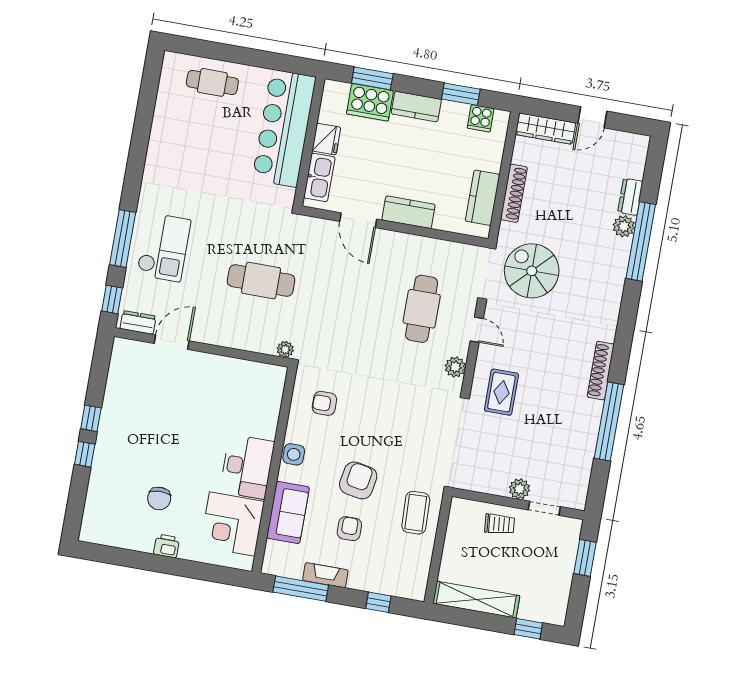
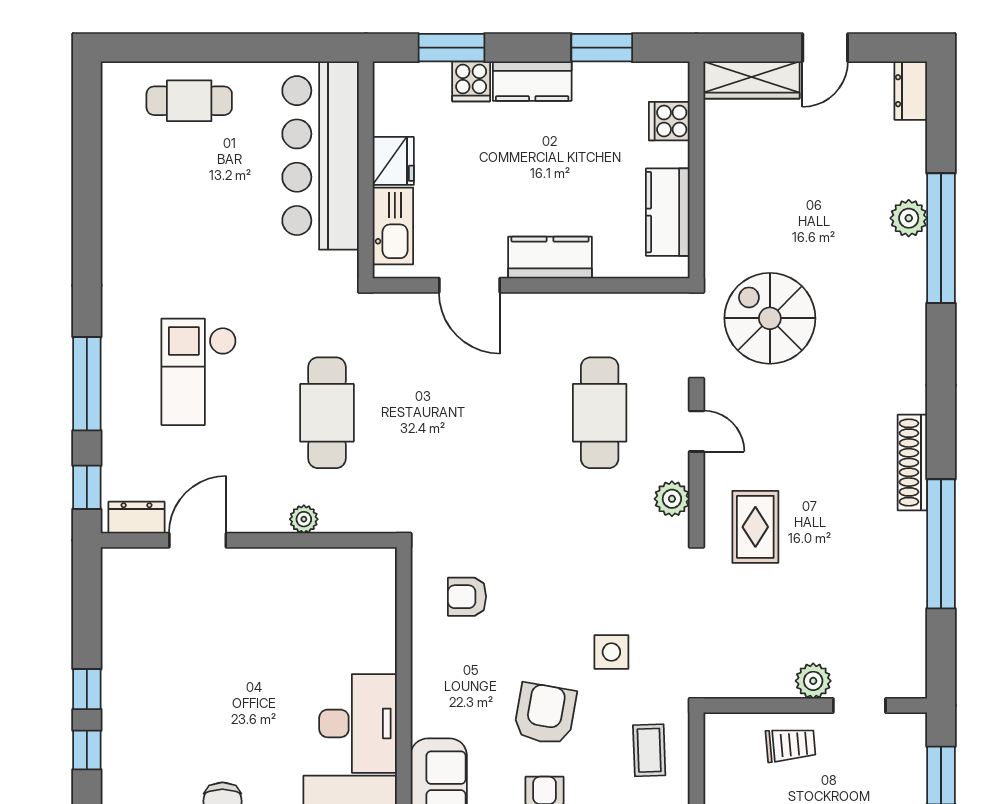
cooker: (370, 102) -> (471, 81), width x0.53, depth x0.76
cooker: (481, 118) -> (669, 121), moved, turned 90
shoe rack: (514, 193) -> (718, 196), removed
dresser: (630, 197) -> (911, 91), moved
checkout: (164, 247) -> (199, 372), moved, turned 180
cafe table: (261, 281) -> (327, 413), turned 90
plant: (285, 349) -> (304, 519), moved
side table: (294, 454) -> (611, 652), moved
coffee table: (416, 513) -> (649, 750), width x0.73, depth x0.77

